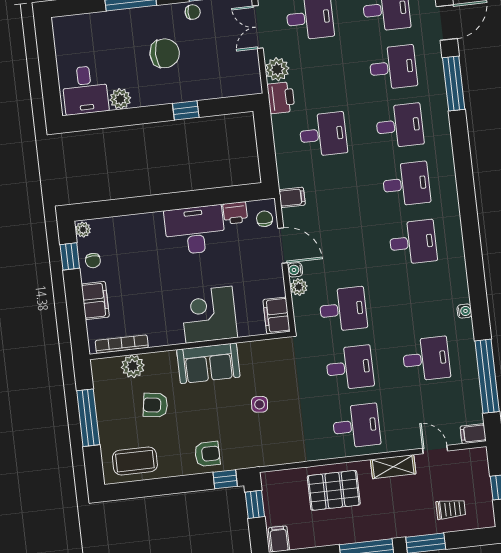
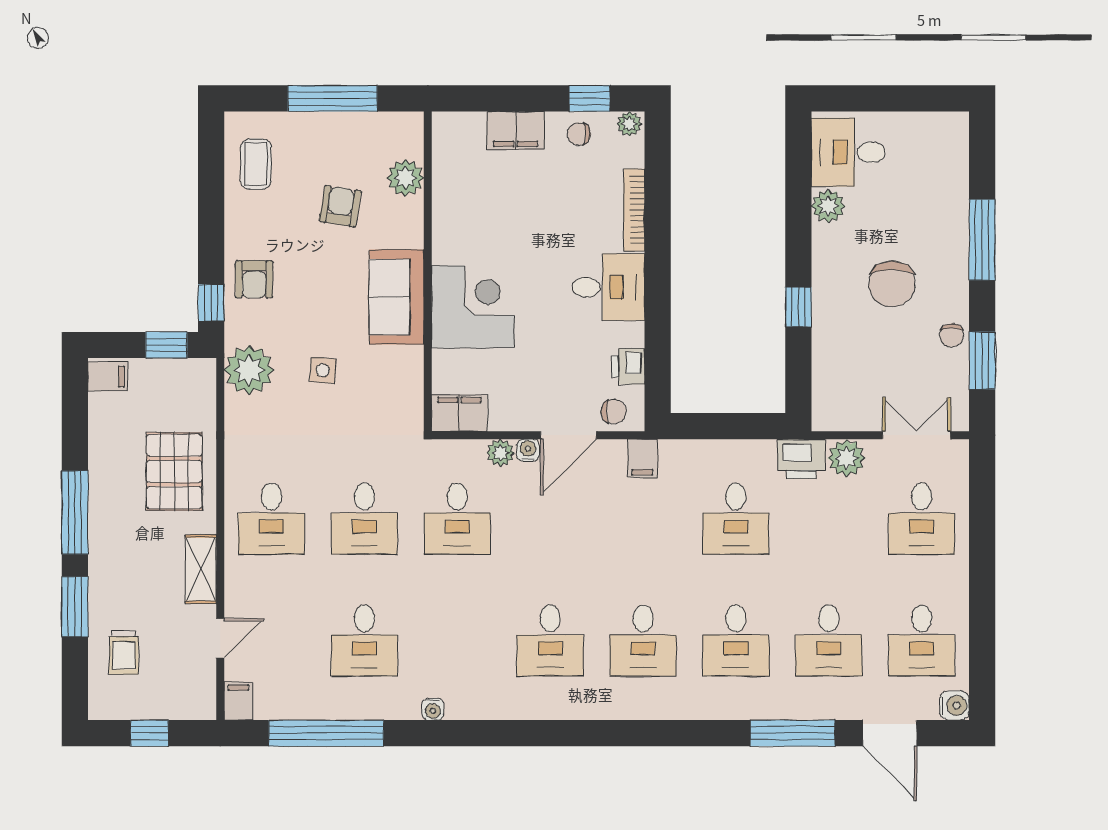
desk: (195, 230) -> (608, 287), width x0.73
bookcase: (122, 344) -> (634, 210), moved, turned 180
plant: (265, 451) -> (249, 370), added
coffee table: (135, 461) -> (256, 164), width x0.73, depth x0.77

